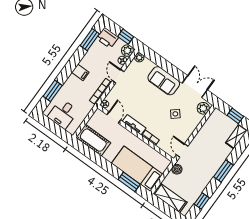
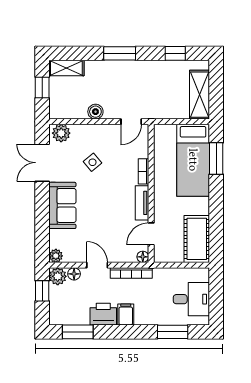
printer: (107, 38) -> (103, 314), moved, turned -90
door: (118, 76) -> (97, 265), swing flipped
boiler: (177, 169) -> (95, 112), moved

